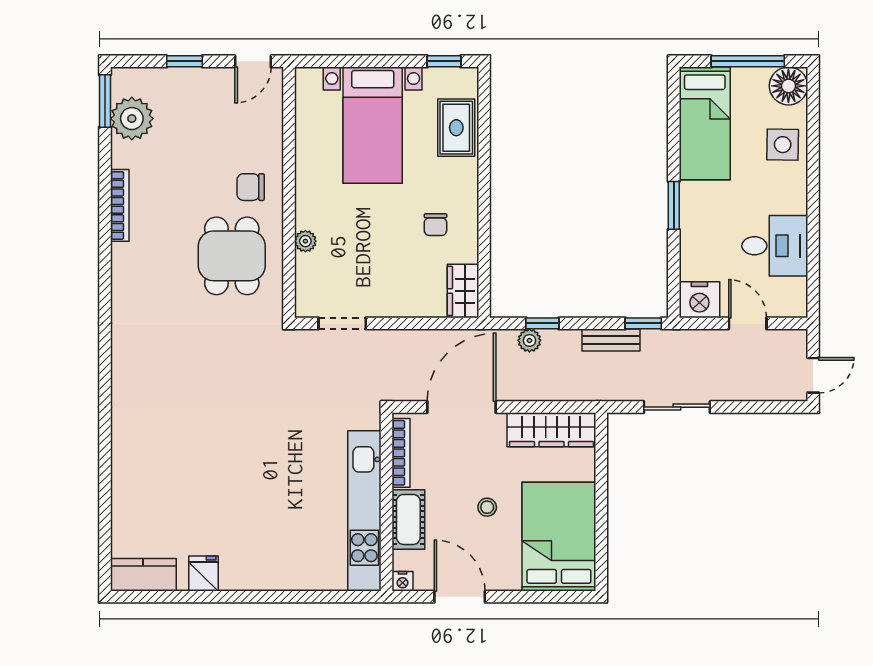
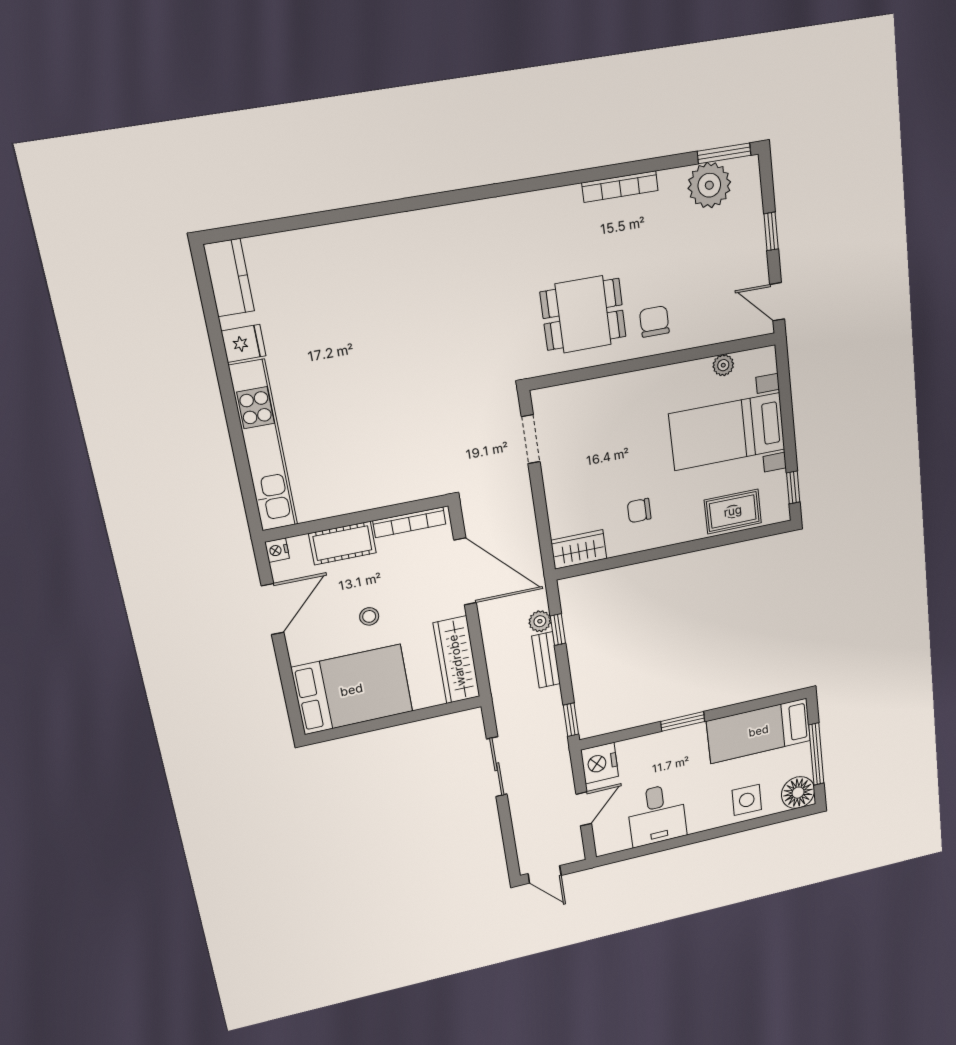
plant: (305, 241) -> (723, 365), moved
bench: (611, 340) -> (546, 660), moved
kitchen unit: (364, 511) -> (263, 446), moved, turned 90

